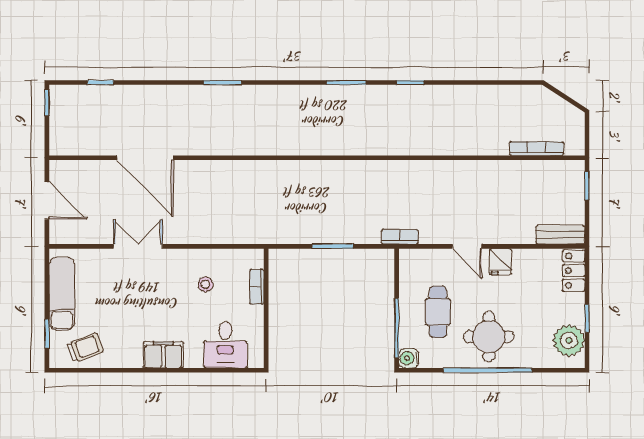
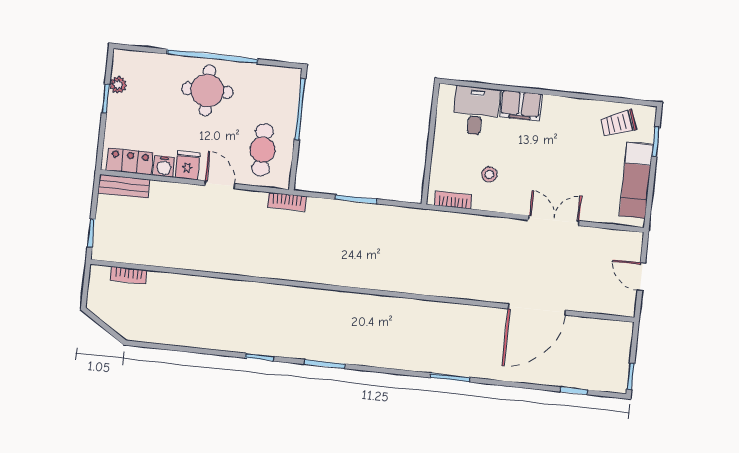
bookcase: (537, 149) -> (129, 275), width x0.64
door: (145, 158) -> (537, 309), swing flipped
door: (47, 201) -> (641, 277), width x0.73
double door: (138, 246) -> (554, 220), swing flipped
locker: (574, 271) -> (130, 161), moved, turned -90
bookcase: (257, 287) -> (453, 200), moved, turned -90
cafe table: (438, 312) -> (263, 150), moved
plant: (569, 340) -> (118, 85), width x0.53, depth x0.53
filing cabinet: (163, 355) -> (521, 105), moved
water cooler: (409, 358) -> (164, 166), moved, turned 90

